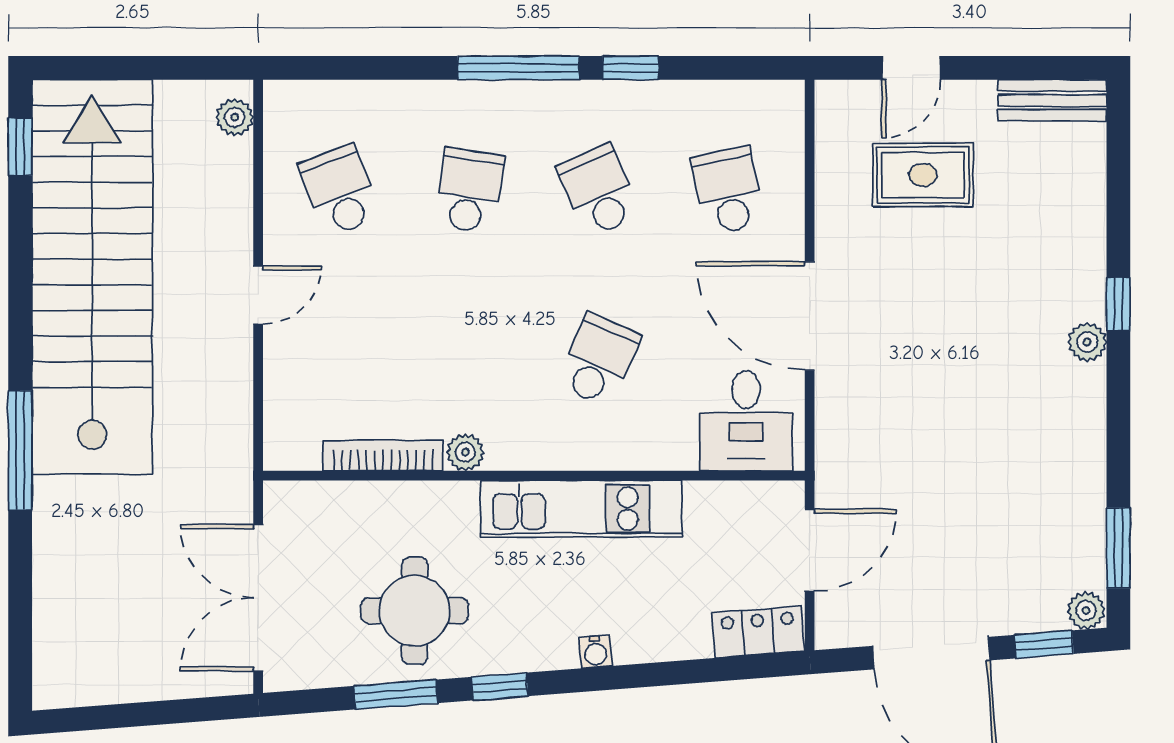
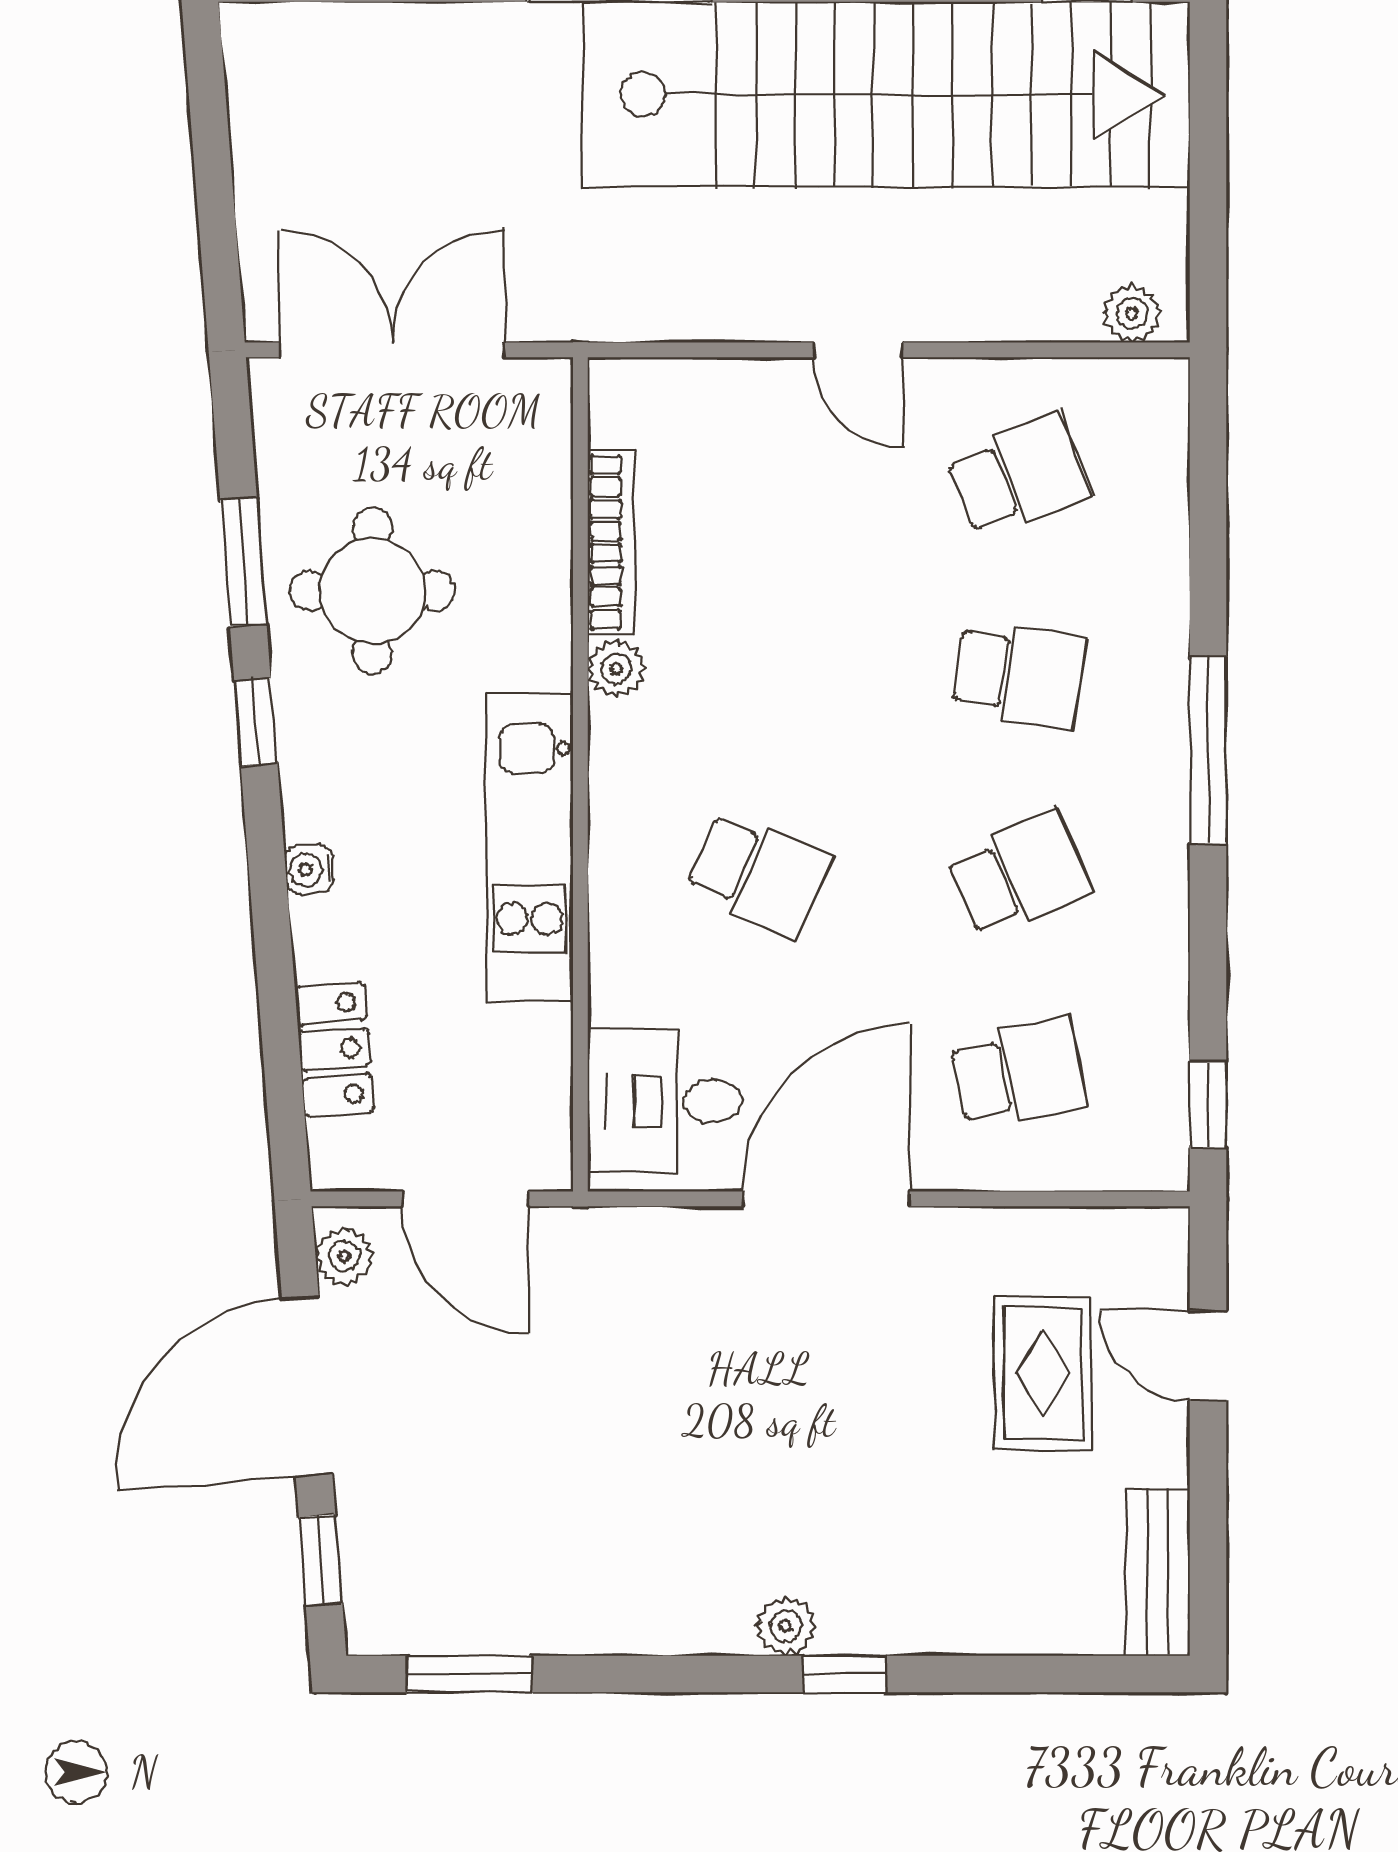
window: (631, 68) -> (1208, 1105), moved
plant: (1086, 610) -> (344, 1256), moved
locker: (758, 632) -> (334, 1049), moved

